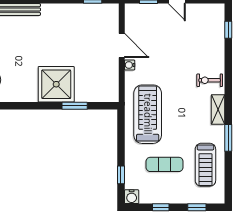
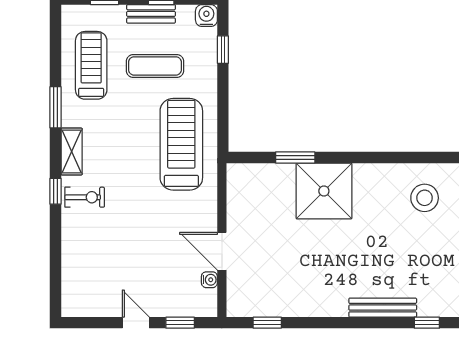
window: (228, 30) -> (56, 191), moved
water cooler: (130, 65) -> (209, 280), moved
treadmill: (148, 114) -> (181, 144), turned 180
bench: (167, 198) -> (151, 14), added

